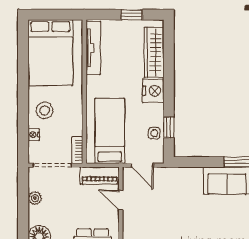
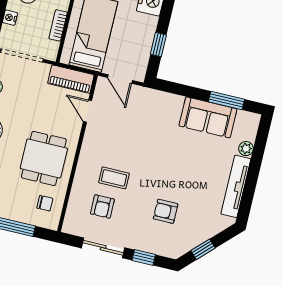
side table: (154, 133) -> (141, 47), removed
bookcase: (77, 150) -> (58, 25), moved

